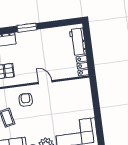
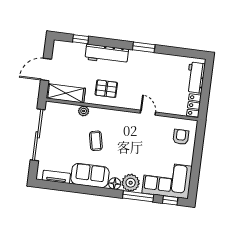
armchair: (26, 100) -> (181, 137), moved

